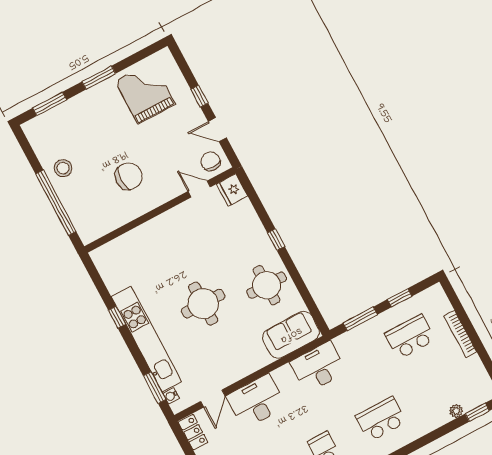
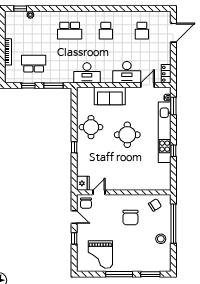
window: (99, 78) -> (119, 274), width x1.44
chair: (129, 176) -> (130, 217), turned -90
door: (199, 189) -> (99, 192), swing flipped
chair: (101, 217) -> (155, 205), added
sofa: (291, 335) -> (110, 96), moved
school desk: (410, 337) -> (34, 64), turned 180

